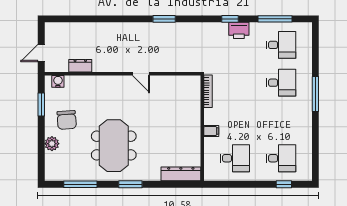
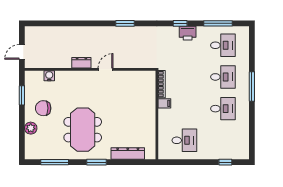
dresser: (80, 66) -> (81, 63), moved
door: (141, 74) -> (105, 69), swing flipped
water cooler: (58, 81) -> (49, 76), moved
chair: (67, 120) -> (43, 108), turned 94
filing cabinet: (211, 131) -> (164, 103), moved
desk: (281, 158) -> (223, 109), moved
dresser: (181, 174) -> (128, 153), moved

